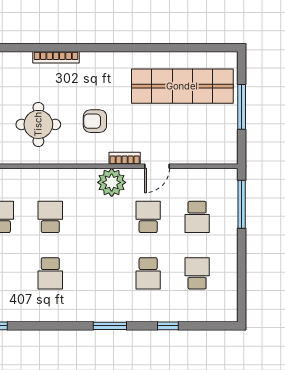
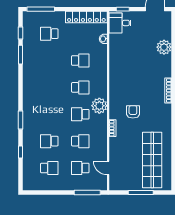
round table: (38, 124) -> (131, 81), removed
door: (157, 166) -> (108, 168), moved
plant: (112, 182) -> (99, 106), moved
school desk: (50, 273) -> (80, 114), moved

